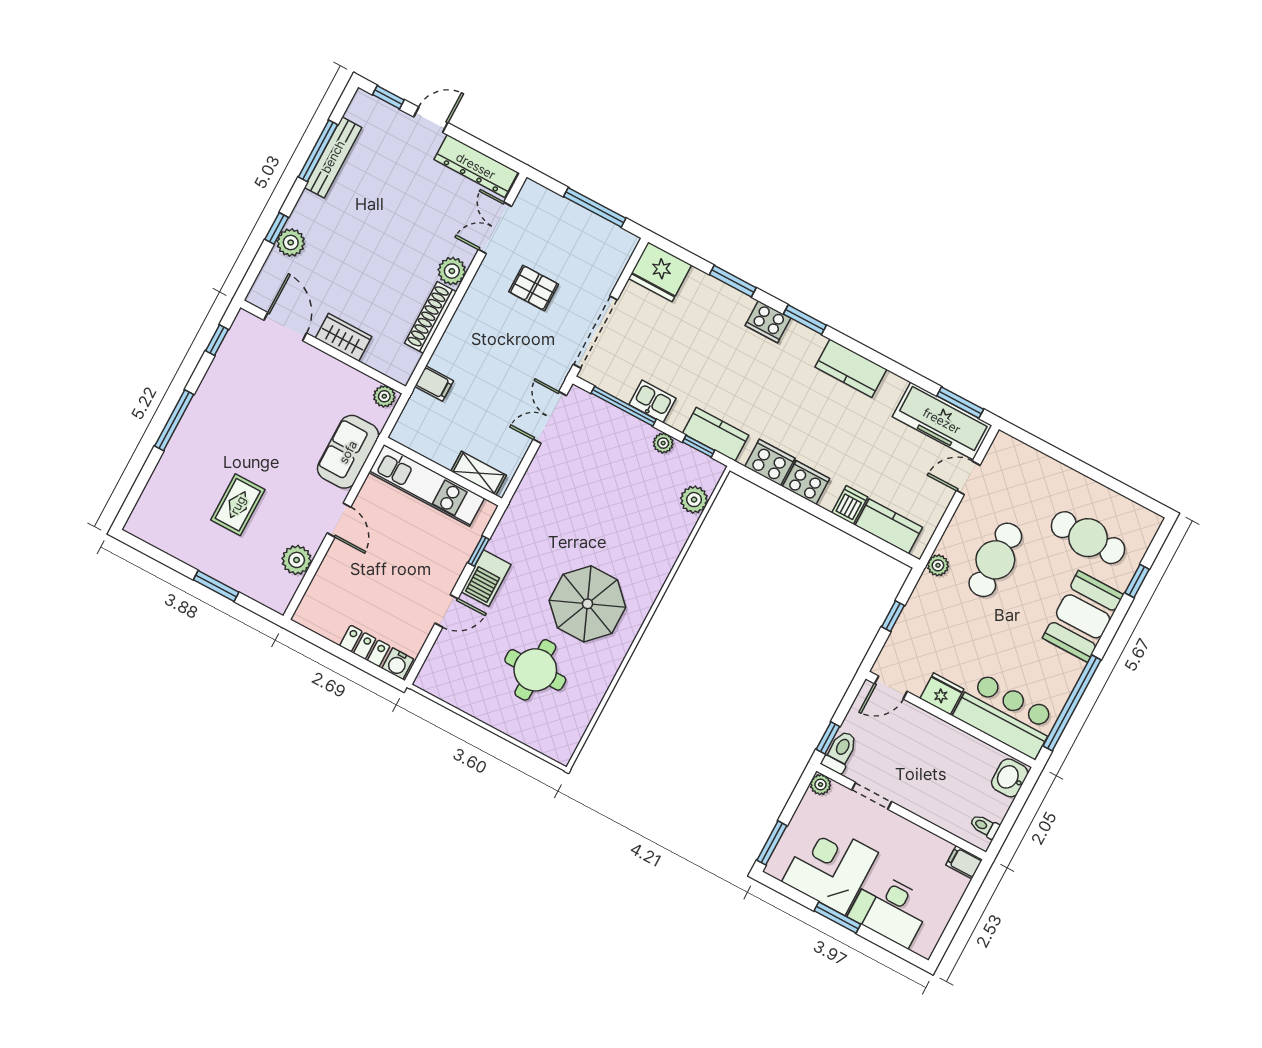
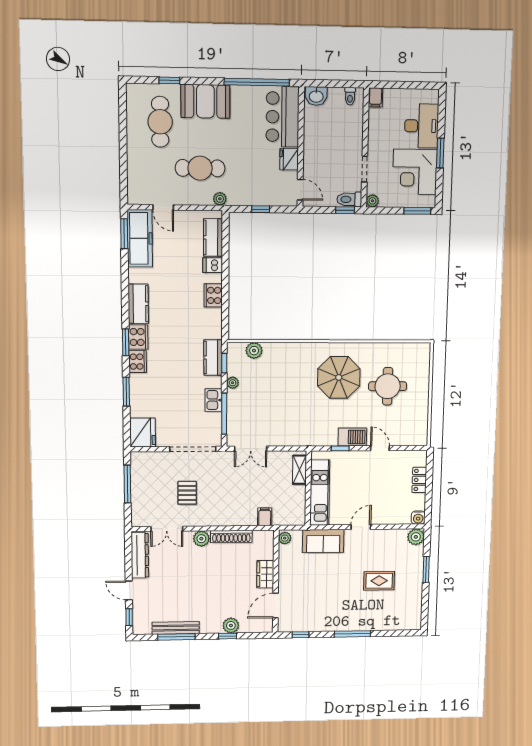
cooker: (770, 462) -> (138, 337), moved, turned 180
plant: (297, 560) -> (416, 537), moved
water cooler: (398, 664) -> (418, 518), moved, turned 90

